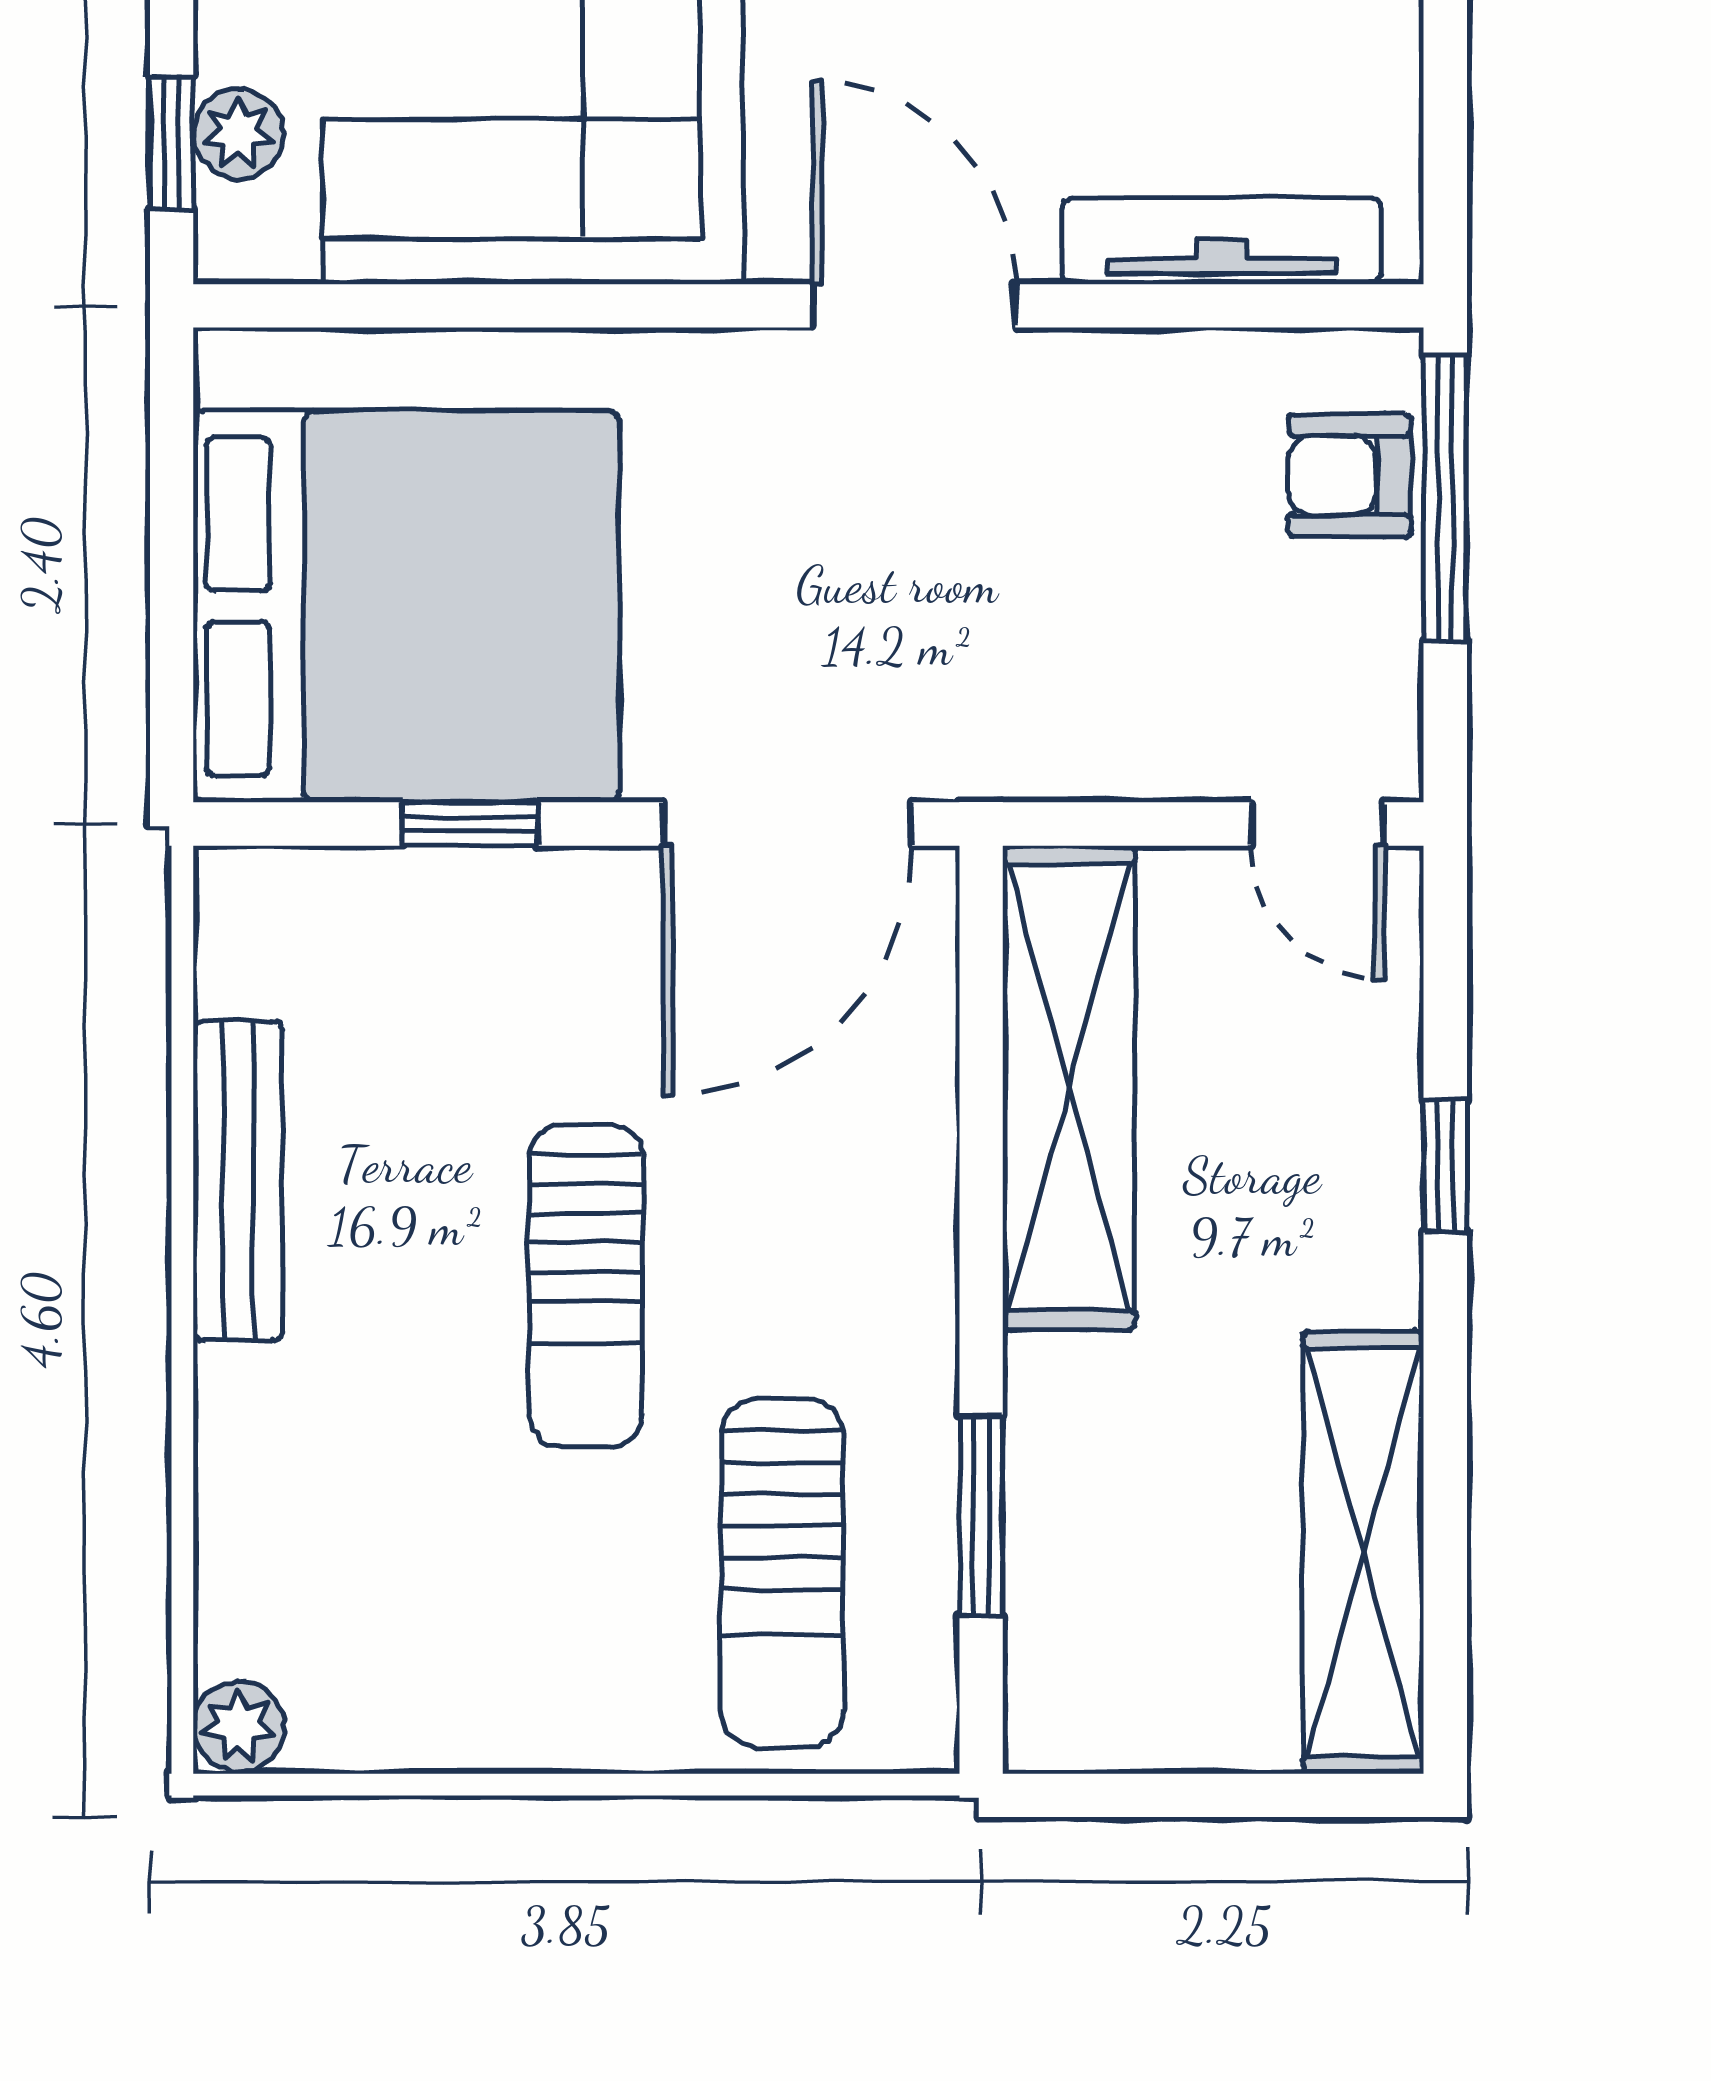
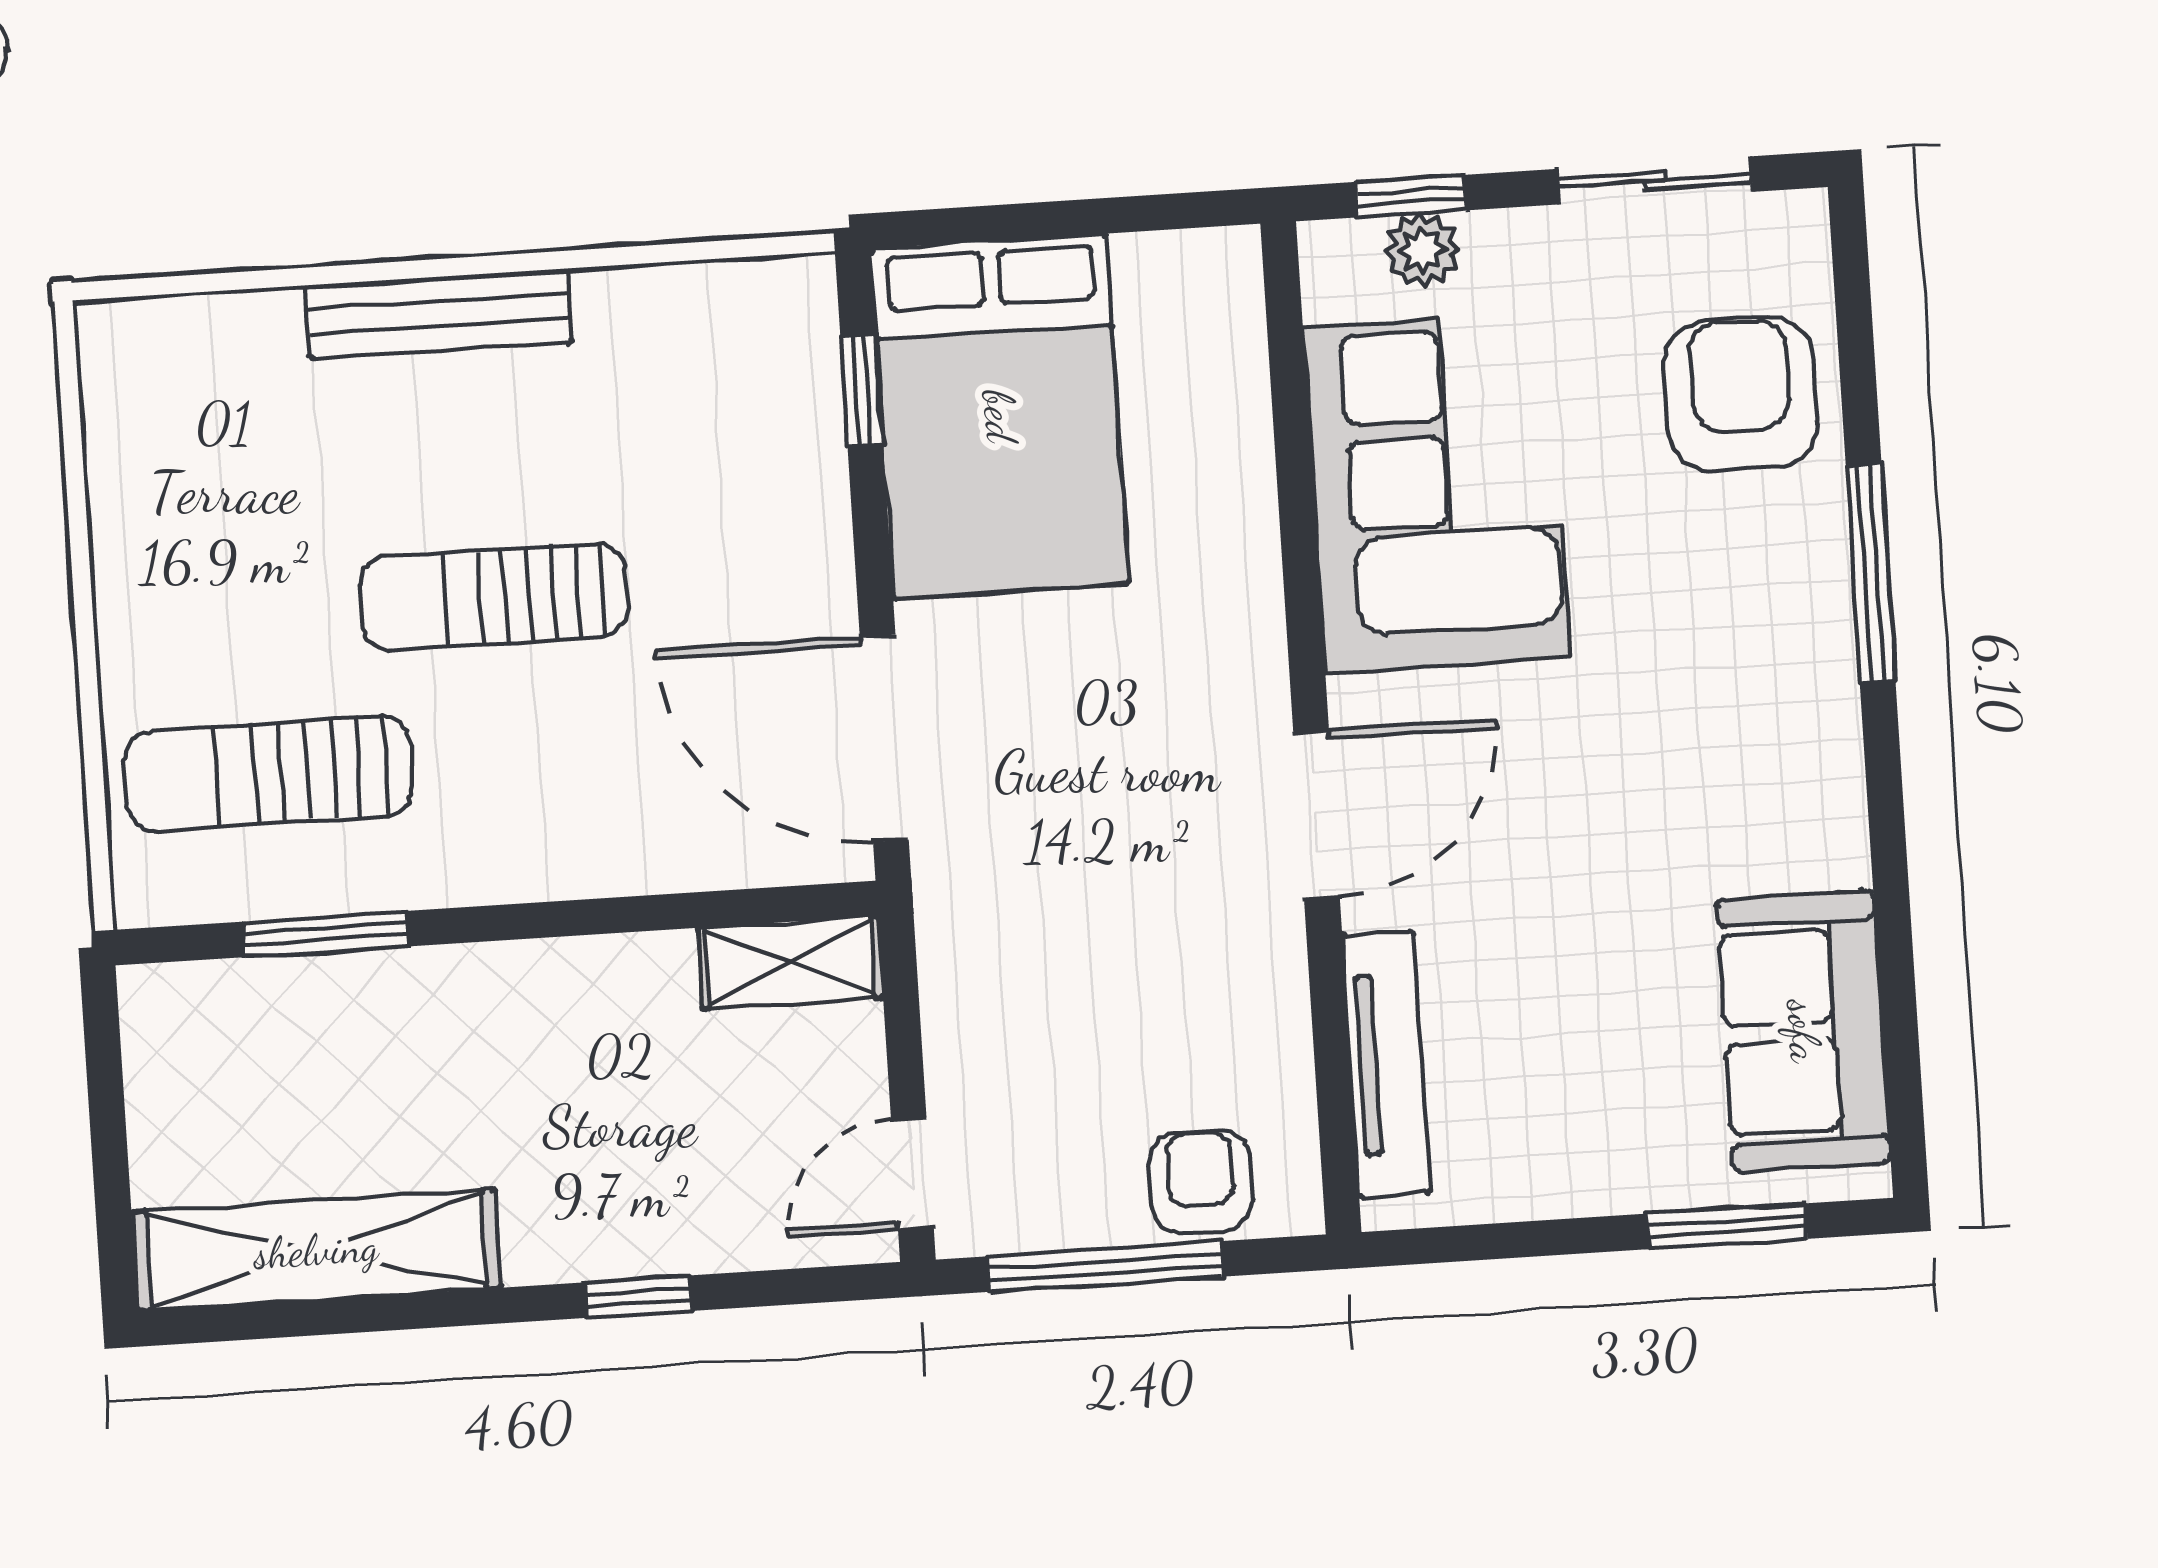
window: (1445, 497) -> (1105, 1266), moved
bed: (406, 607) -> (1000, 416), width x0.73
window: (470, 824) -> (862, 390), moved
shelving: (1069, 1088) -> (790, 963), width x0.45, depth x0.75
bench: (238, 1181) -> (439, 314), moved
plant: (239, 1726) -> (114, 335), removed

